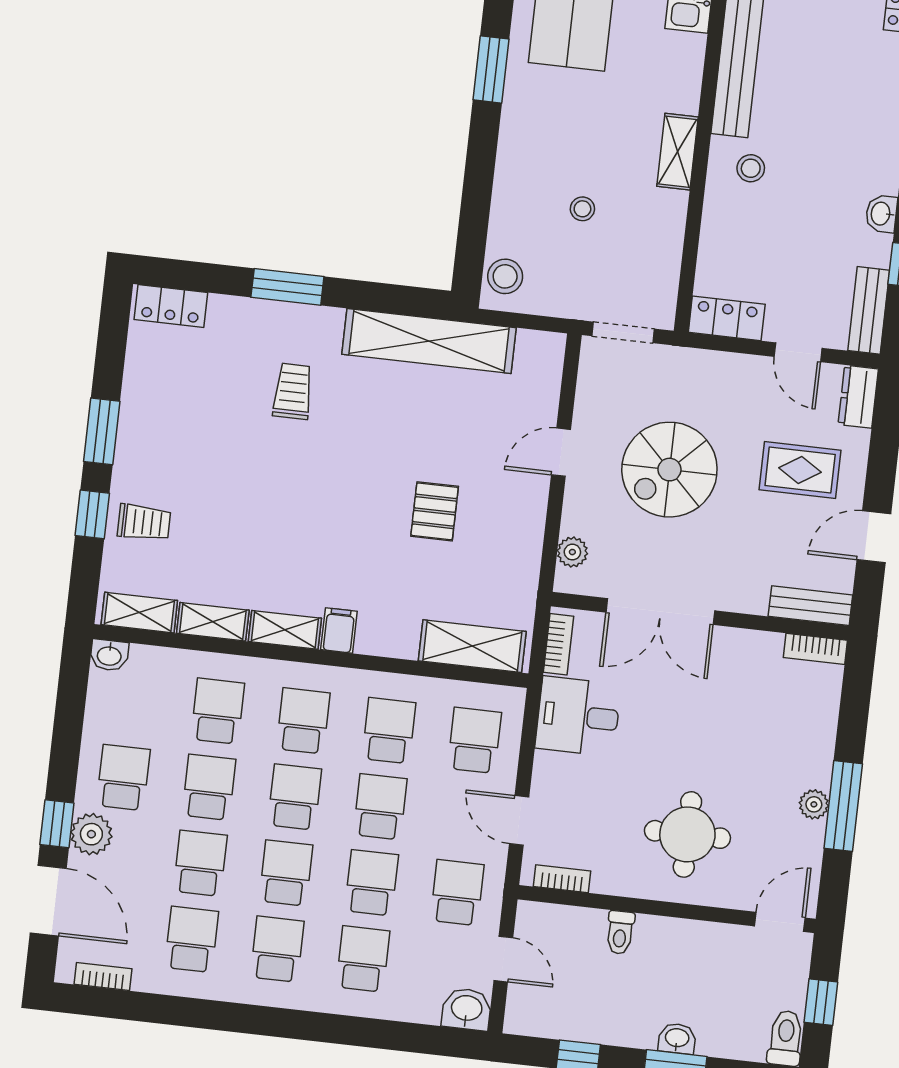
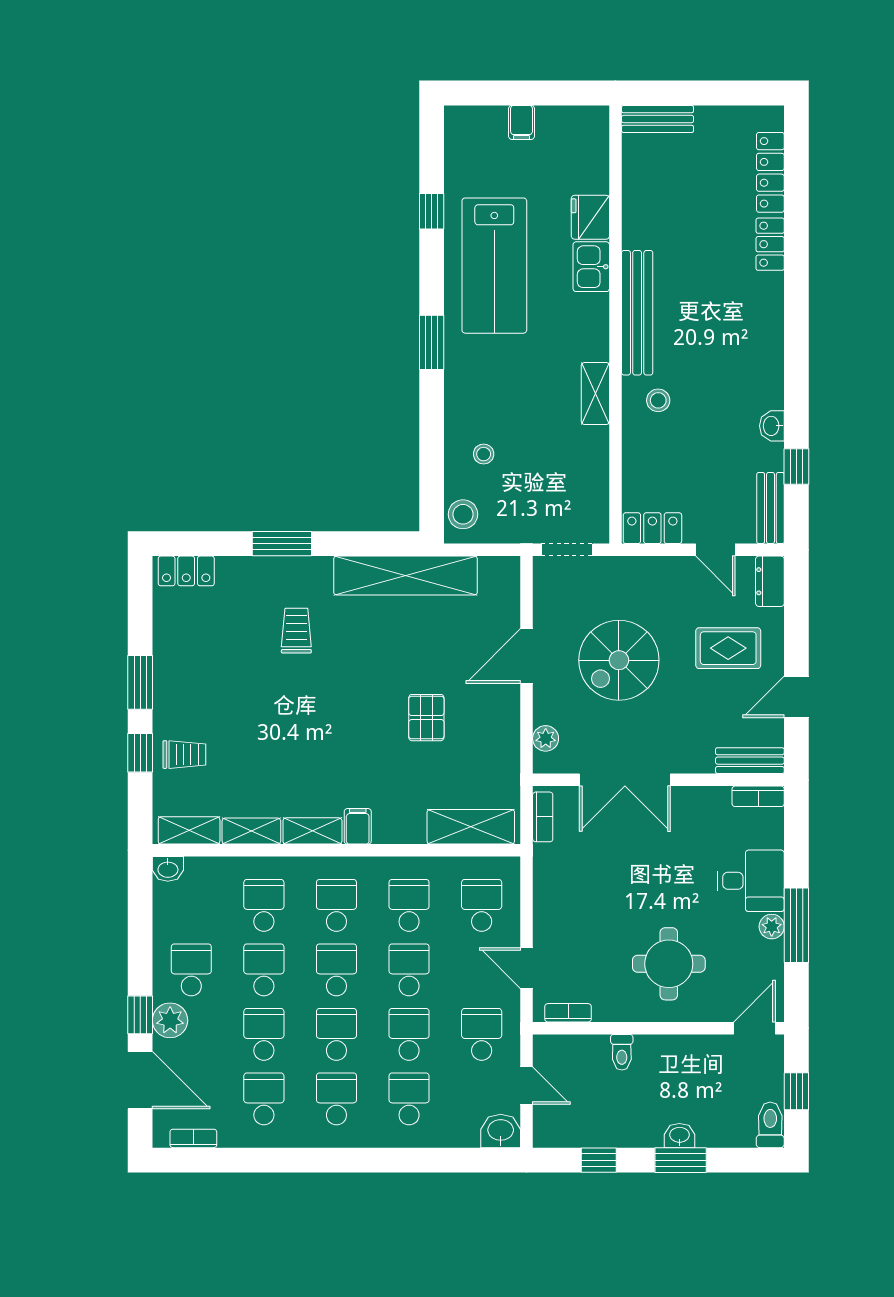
stool: (582, 209) -> (484, 454), moved
door: (561, 452) -> (527, 656), width x1.38
desk: (578, 716) -> (751, 881), moved, turned 180

